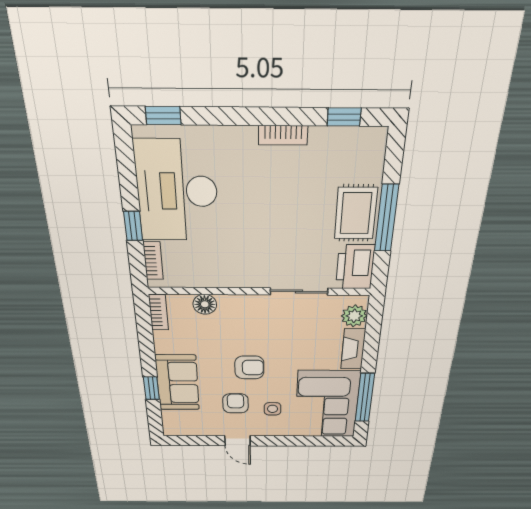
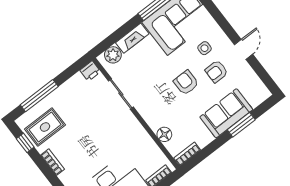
rug: (356, 213) -> (45, 127), moved
window: (386, 218) -> (39, 96), moved
printer: (355, 267) -> (90, 71), width x0.53, depth x0.68
window: (151, 388) -> (241, 125), width x1.50

